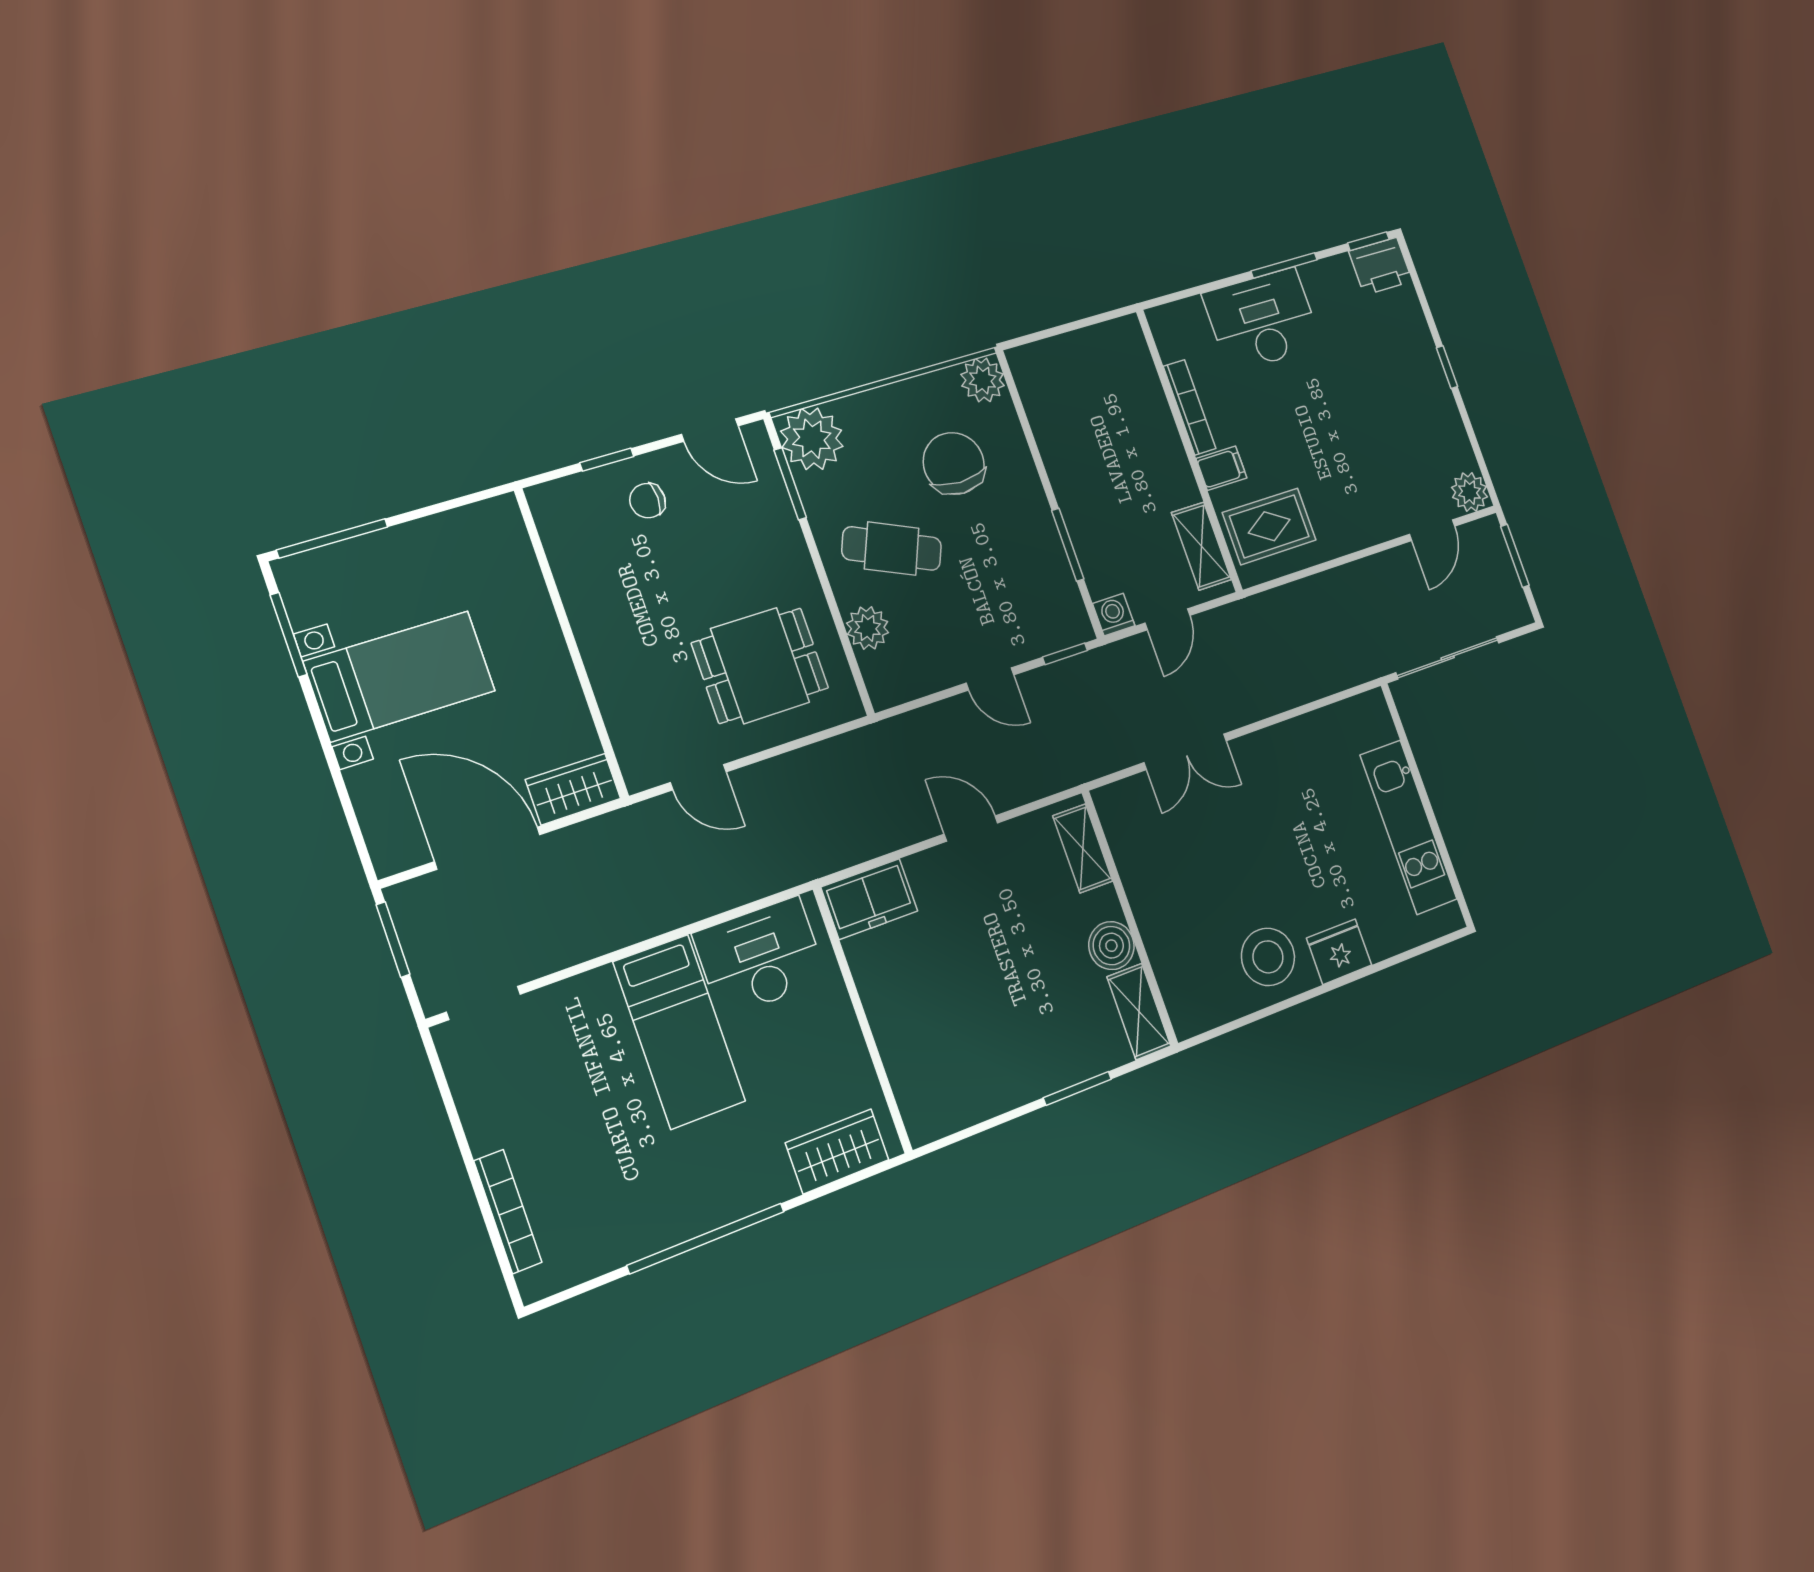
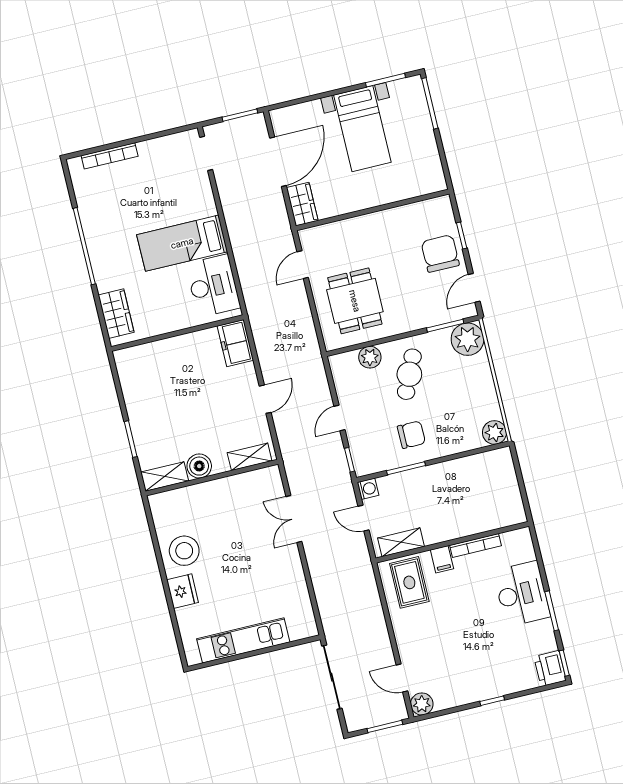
chair: (954, 463) -> (411, 435), moved, width x0.73, depth x0.73
chair: (648, 501) -> (440, 253), width x1.87, depth x1.87

